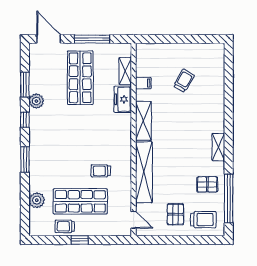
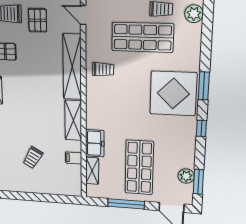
window: (25, 85) -> (198, 182), moved
plant: (36, 101) -> (186, 176), moved
display table: (51, 151) -> (173, 94), added
trolley: (101, 171) -> (103, 69), moved
plant: (37, 200) -> (194, 14), moved

